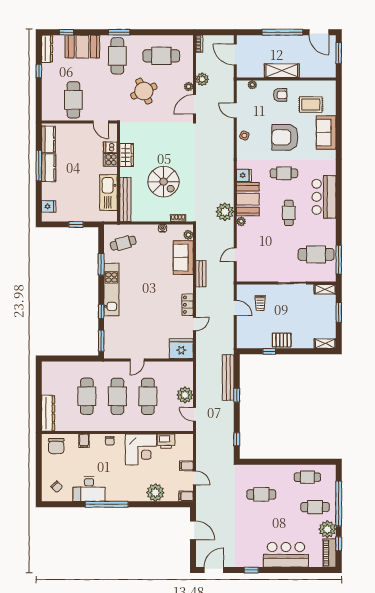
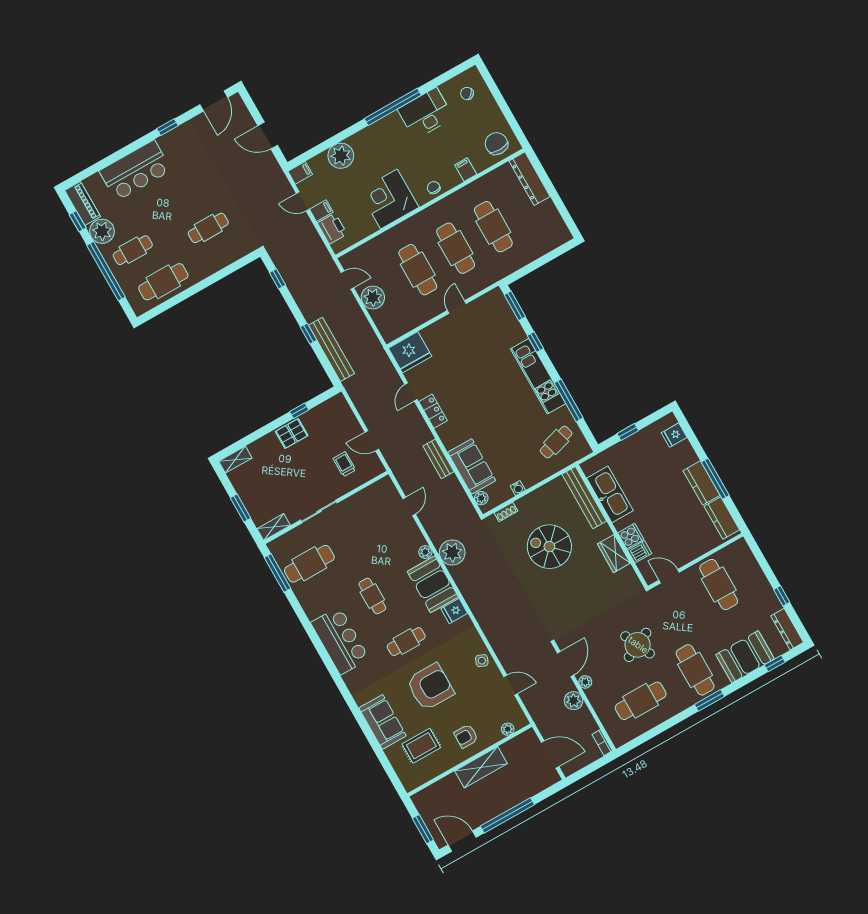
window: (101, 264) -> (569, 400), width x1.44
printer: (166, 441) -> (332, 229), moved, turned 90
cafe table: (307, 477) -> (163, 282), width x1.37, depth x1.35

